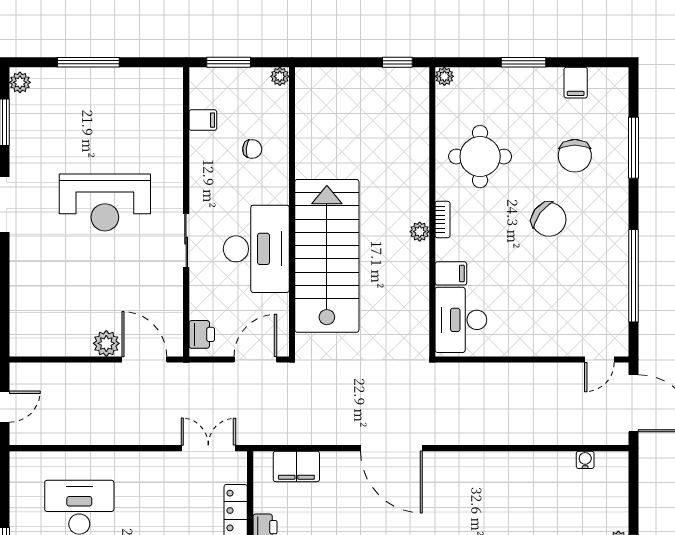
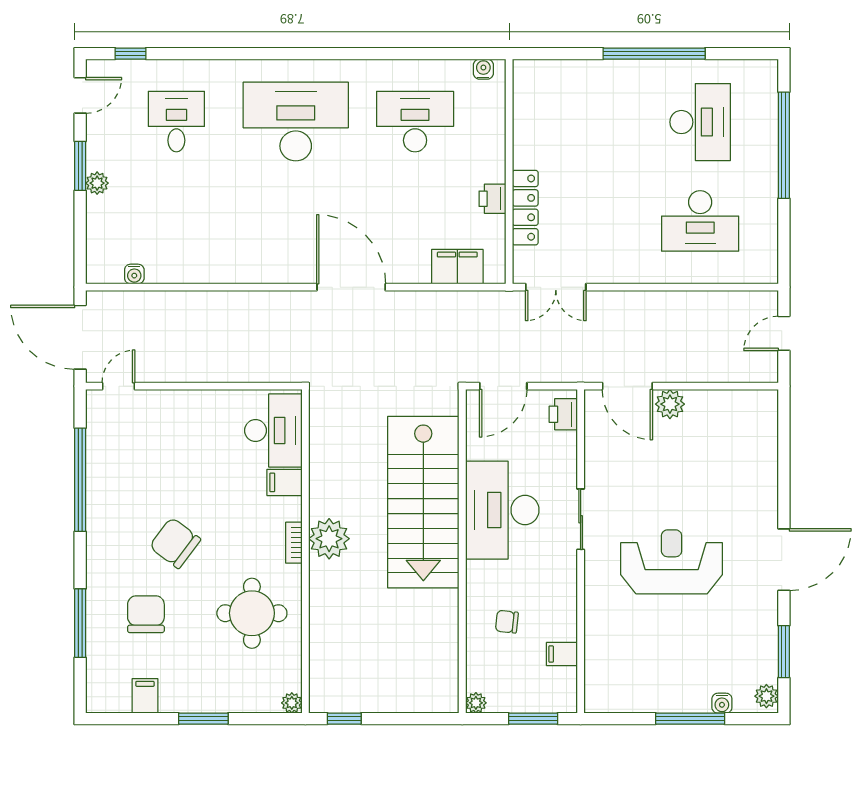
water cooler: (60, 76) -> (722, 703), added
plant: (420, 232) -> (329, 539), width x1.88, depth x1.88

